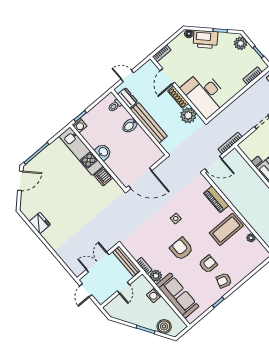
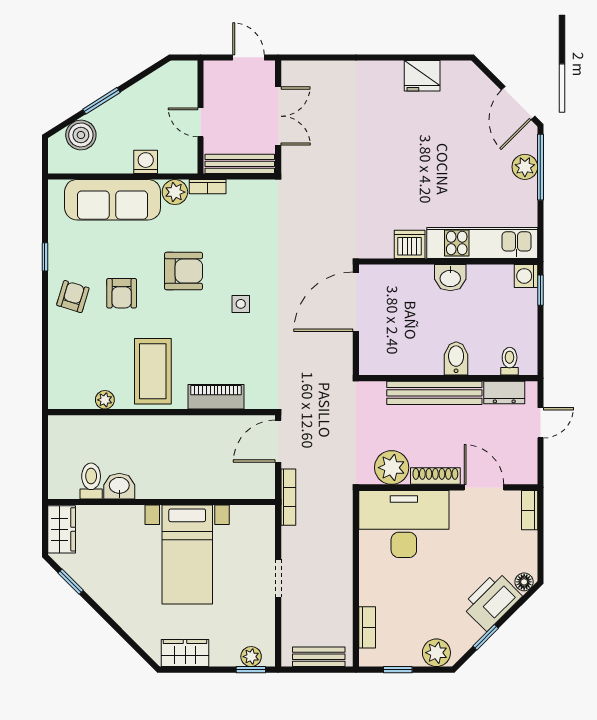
plant: (41, 159) -> (525, 167), added

